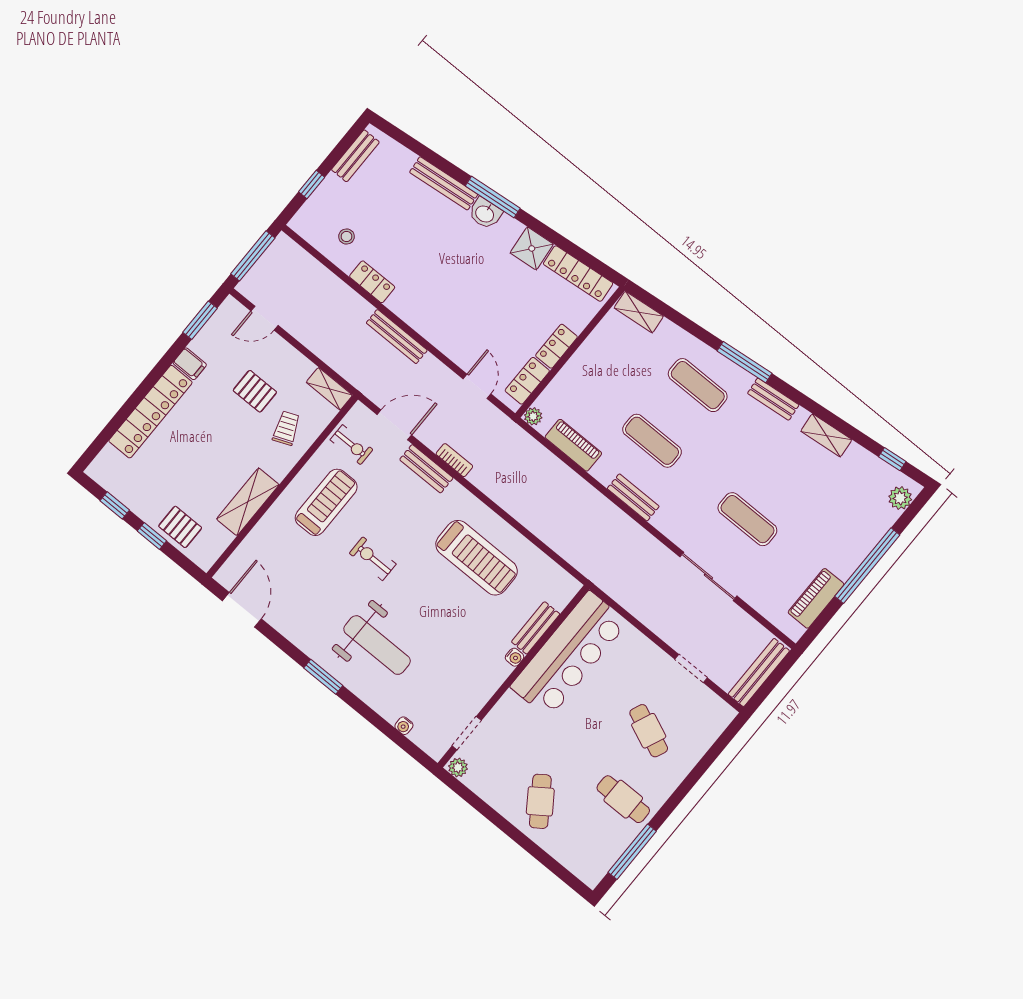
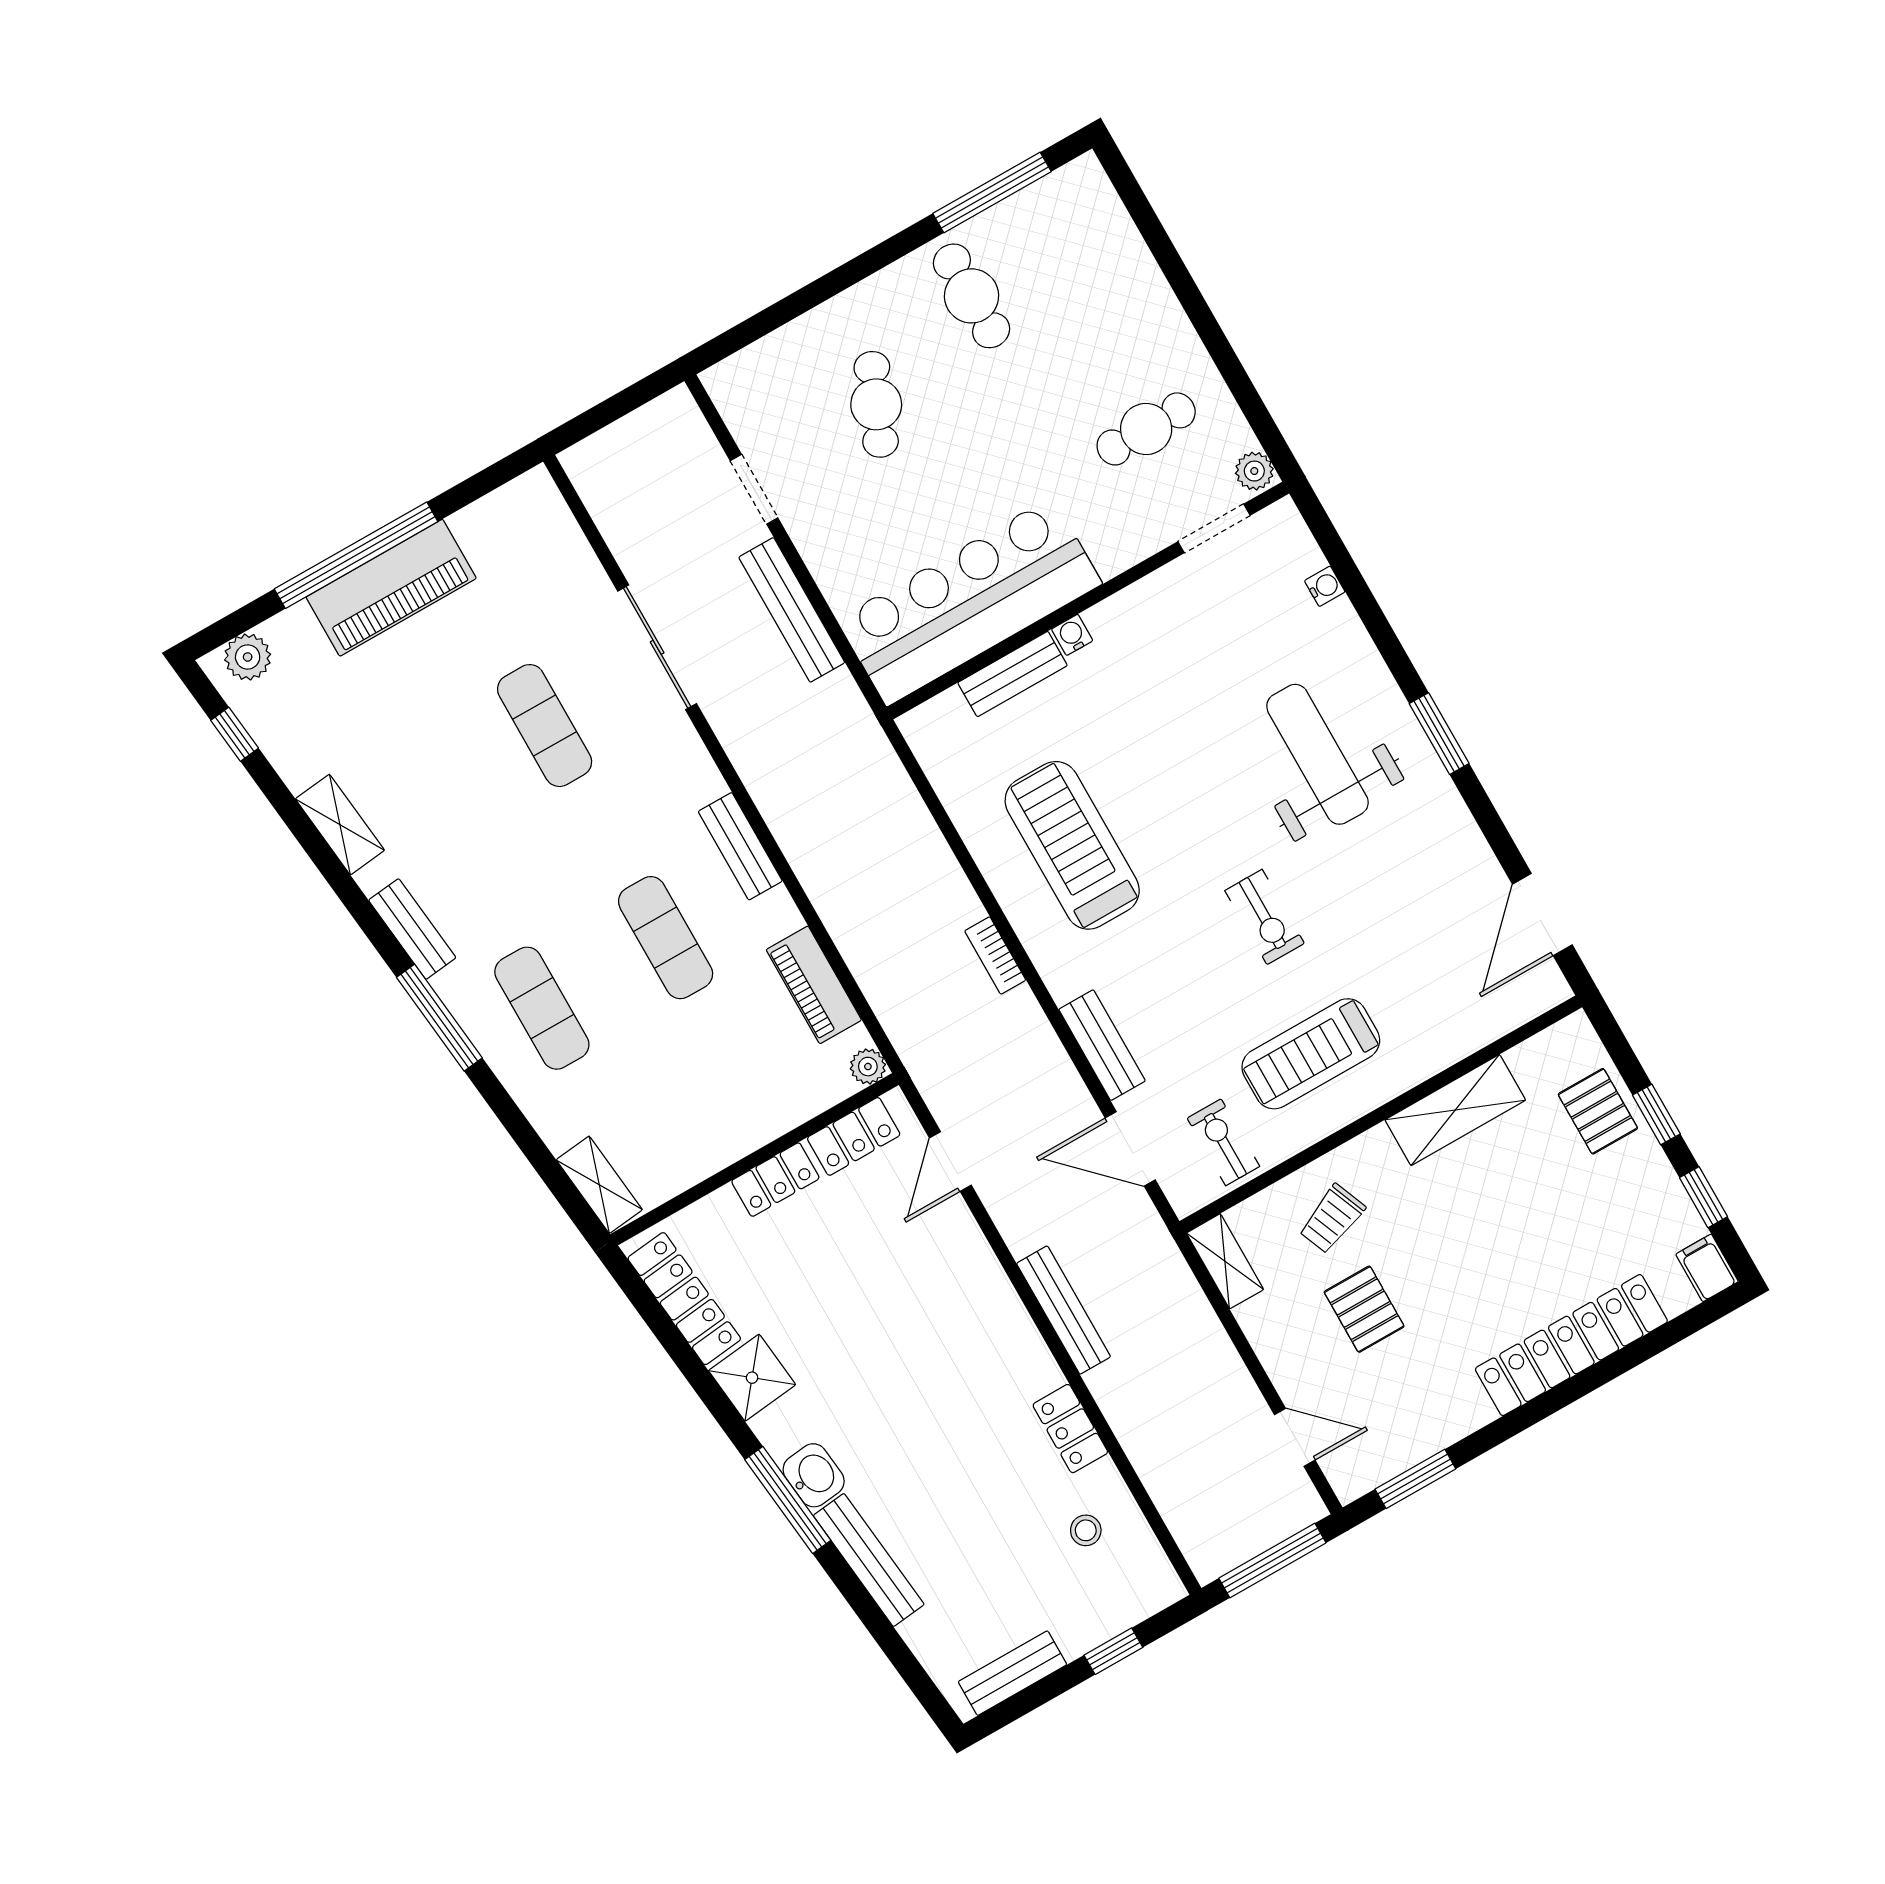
filing cabinet: (190, 364) -> (1707, 1268), moved
bookcase: (454, 460) -> (995, 955), moved
piano: (816, 598) -> (391, 588), moved, width x1.37, depth x1.33
bench: (759, 672) -> (792, 610), moved, turned 90
cafe table: (540, 801) -> (1146, 429), moved, turned 35

